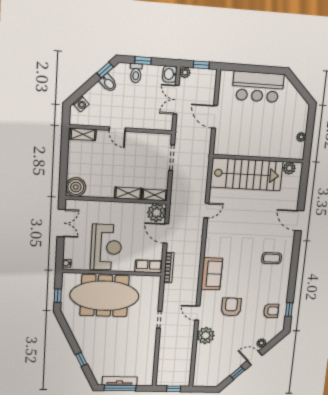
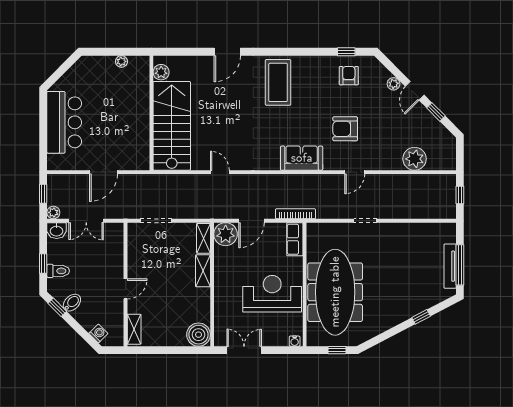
coffee table: (272, 258) -> (278, 82), width x1.86, depth x1.72
plant: (206, 335) -> (415, 159), moved

